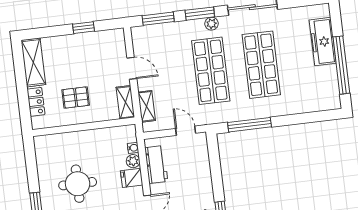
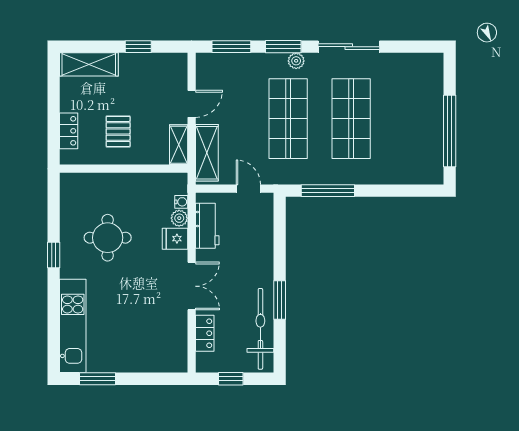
freezer: (323, 42) -> (430, 99), removed
shelving: (33, 62) -> (89, 64), moved, turned 90
door: (132, 68) -> (192, 104), hinge flipped
pallet: (76, 98) -> (118, 131), turned 90
shelving: (147, 106) -> (207, 153), width x1.50, depth x1.33

